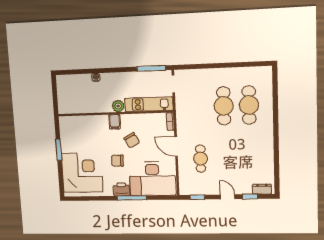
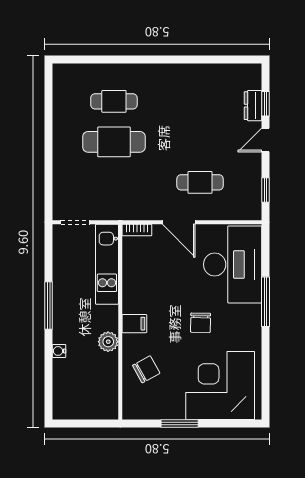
window: (151, 68) -> (49, 306), moved
cafe table: (249, 105) -> (114, 101), width x0.73, depth x0.74
plant: (118, 106) -> (108, 342), moved
chair: (132, 140) -> (146, 369), moved
door: (176, 147) -> (179, 222), hinge flipped
printer: (122, 189) -> (250, 318), removed
dresser: (262, 189) -> (253, 106), moved

